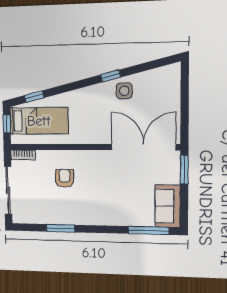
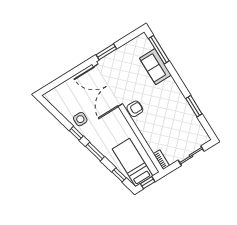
window: (77, 85) -> (95, 152), added
armchair: (65, 178) -> (135, 109), moved, turned 180
sliding door: (8, 190) -> (191, 156), width x0.73
sofa: (168, 206) -> (155, 67), moved, turned 90

